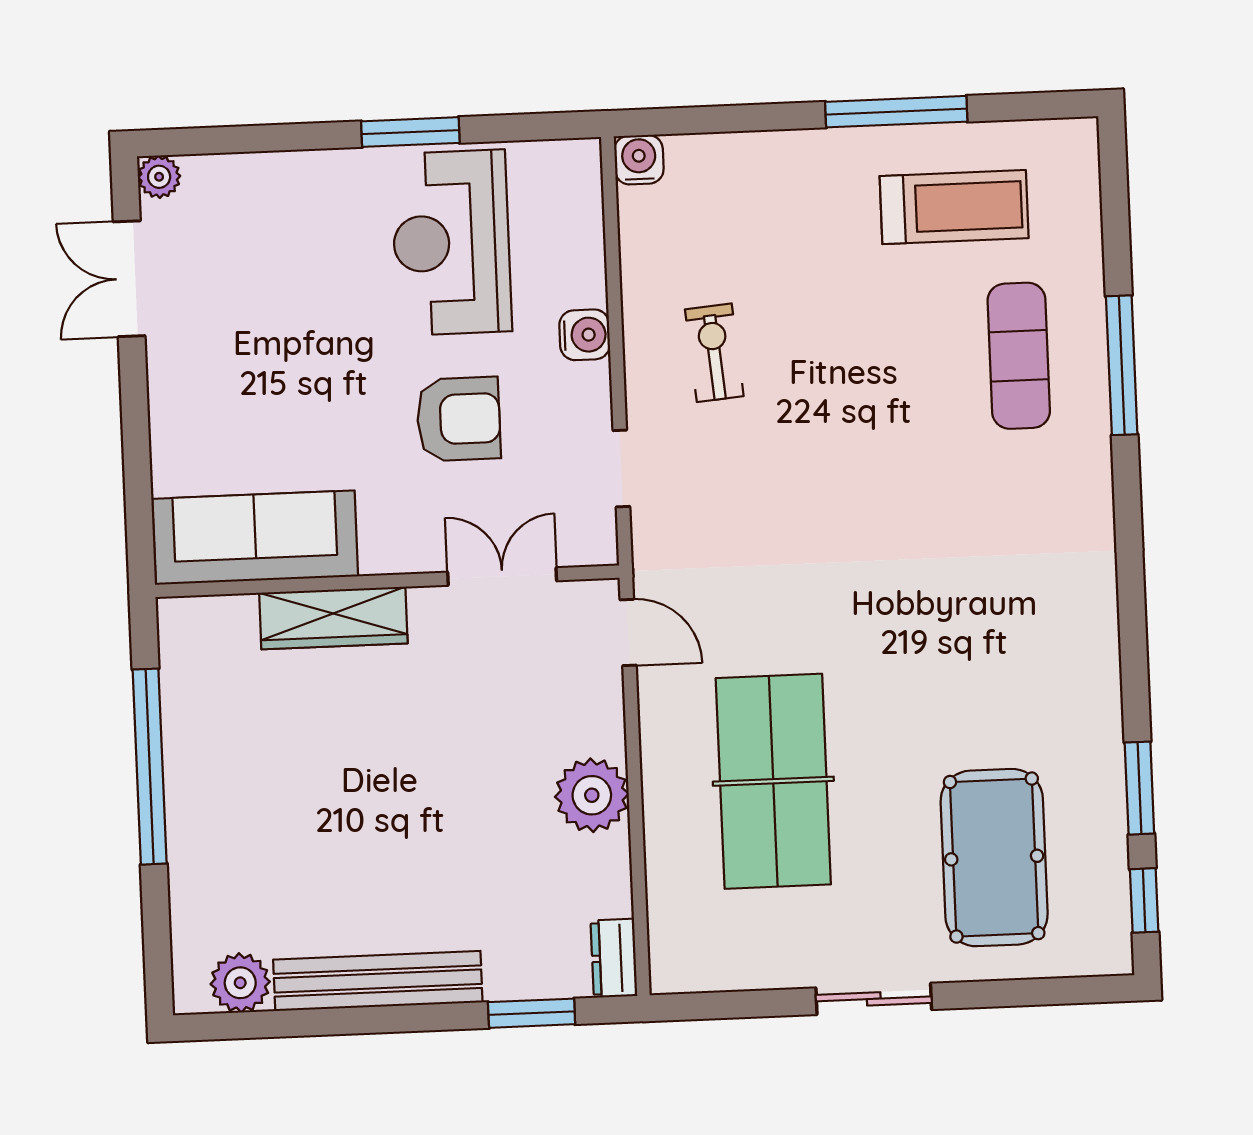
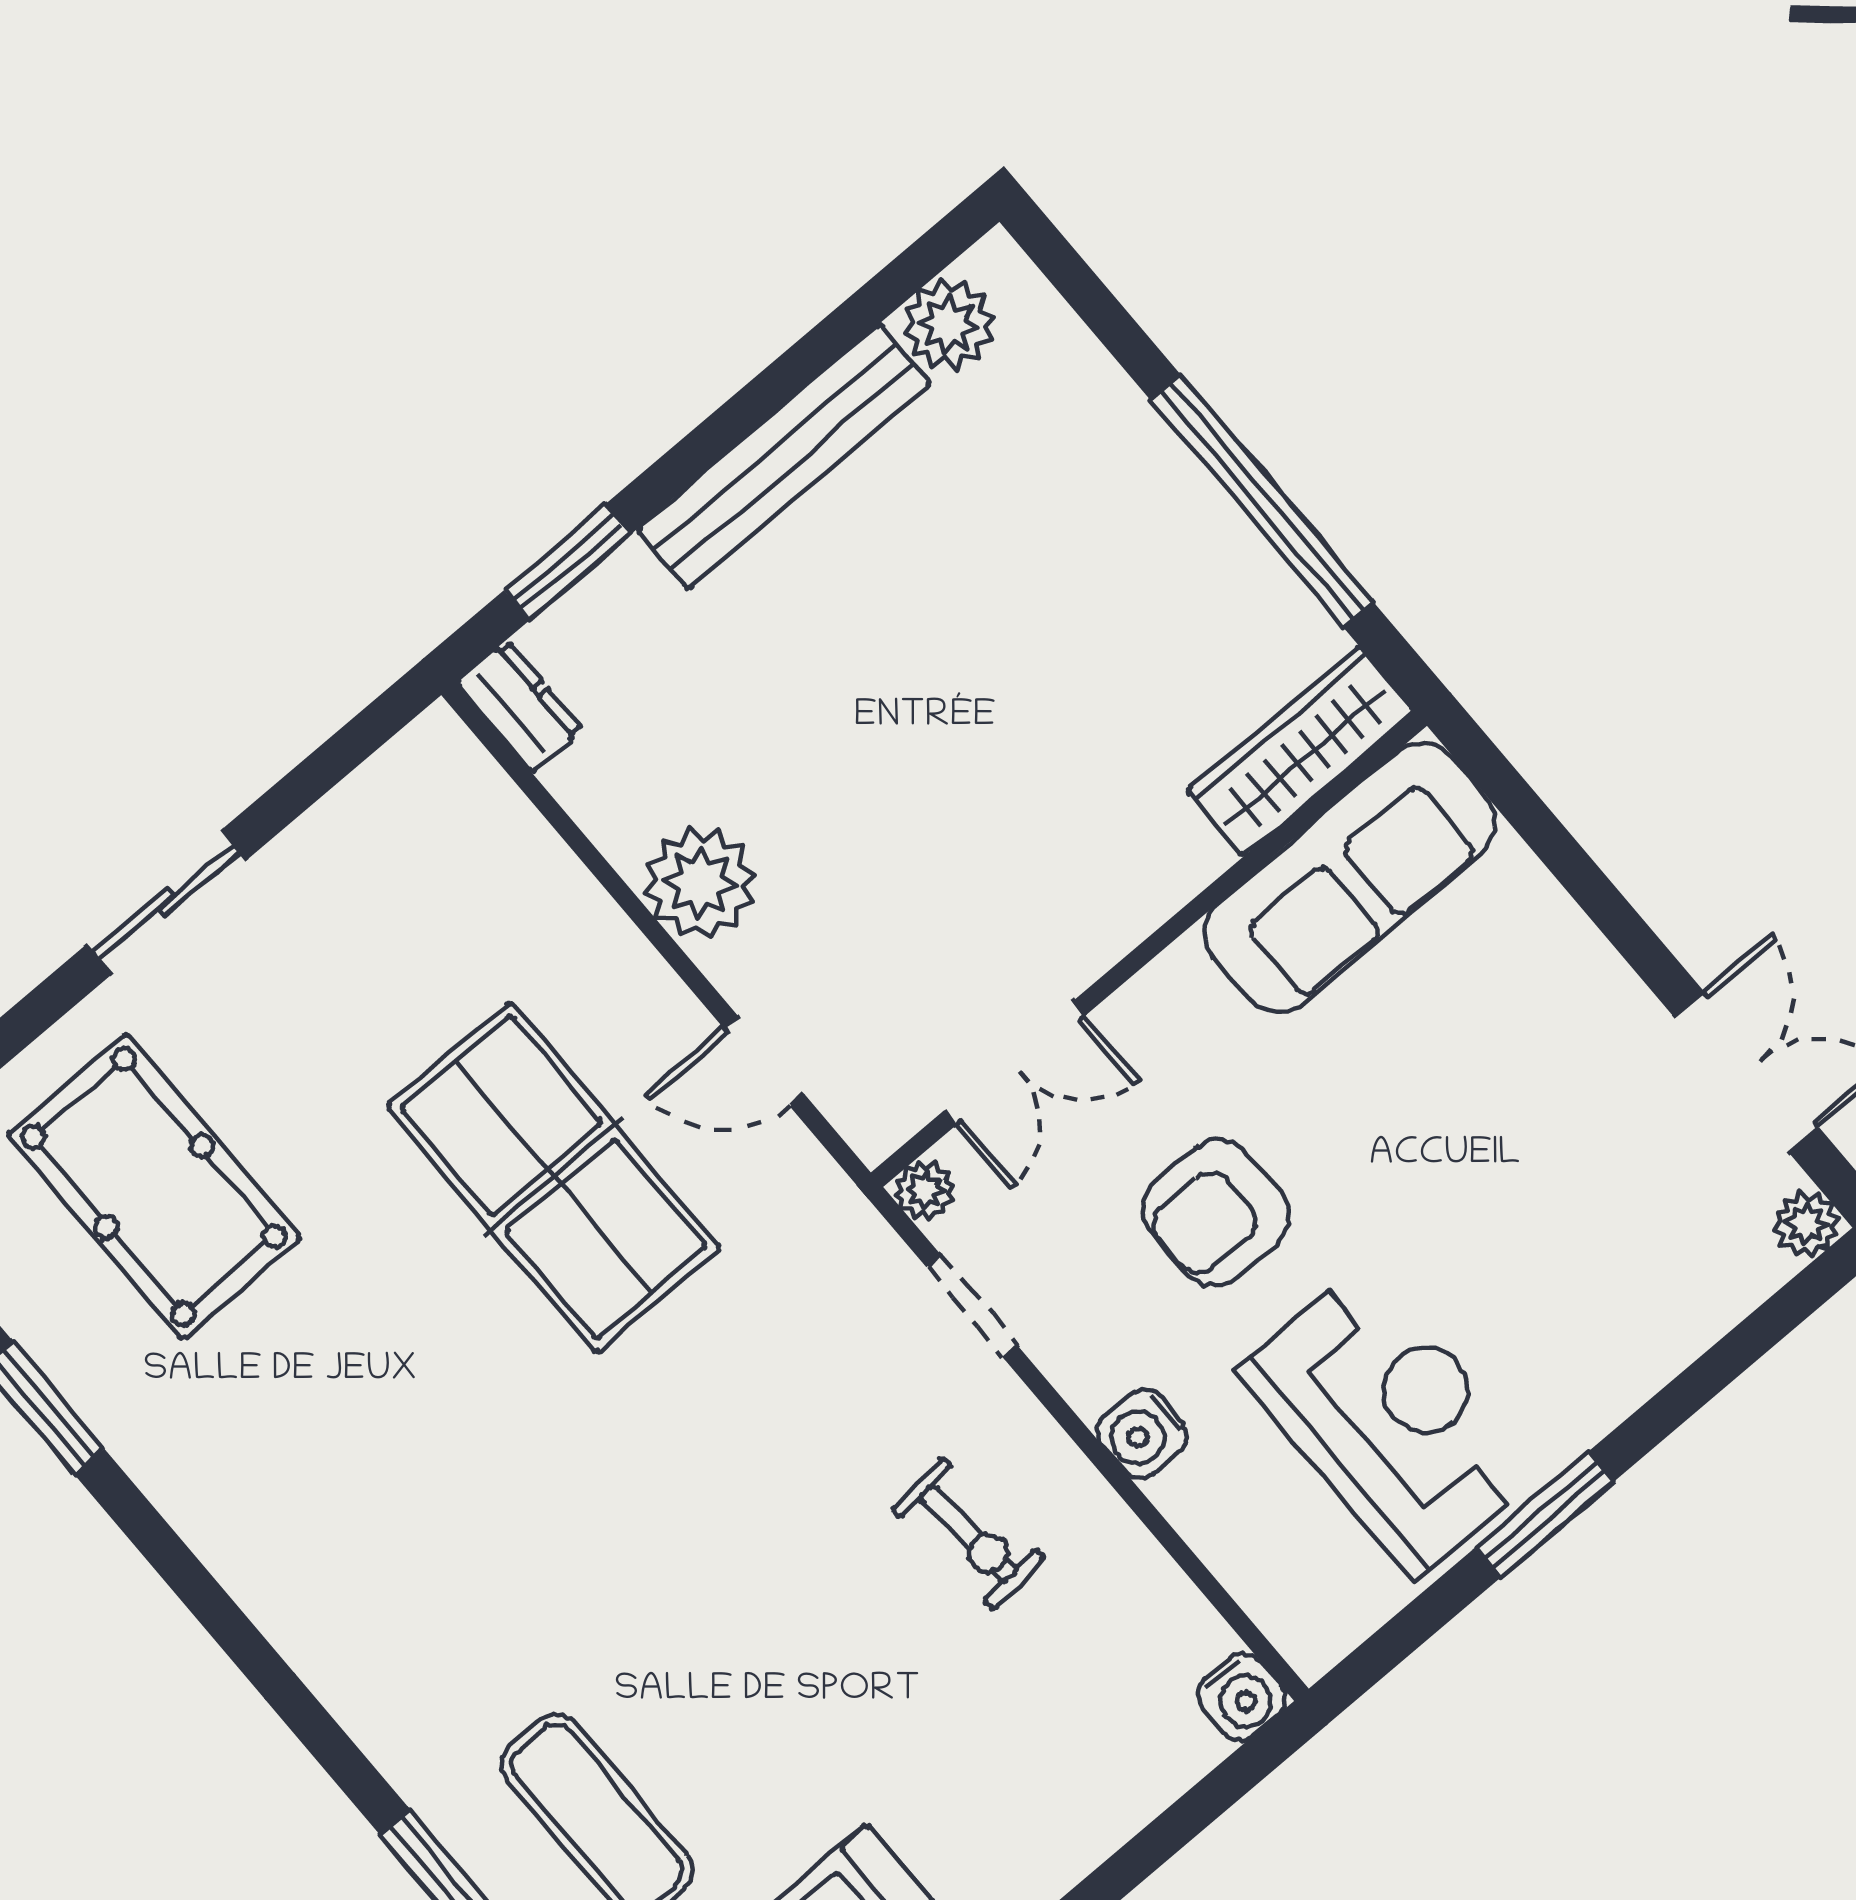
plant: (599, 547) -> (925, 1190), added
wardrobe: (333, 618) -> (1301, 751), moved
door: (628, 633) -> (764, 1061), moved
table tennis table: (773, 781) -> (554, 1177), moved

